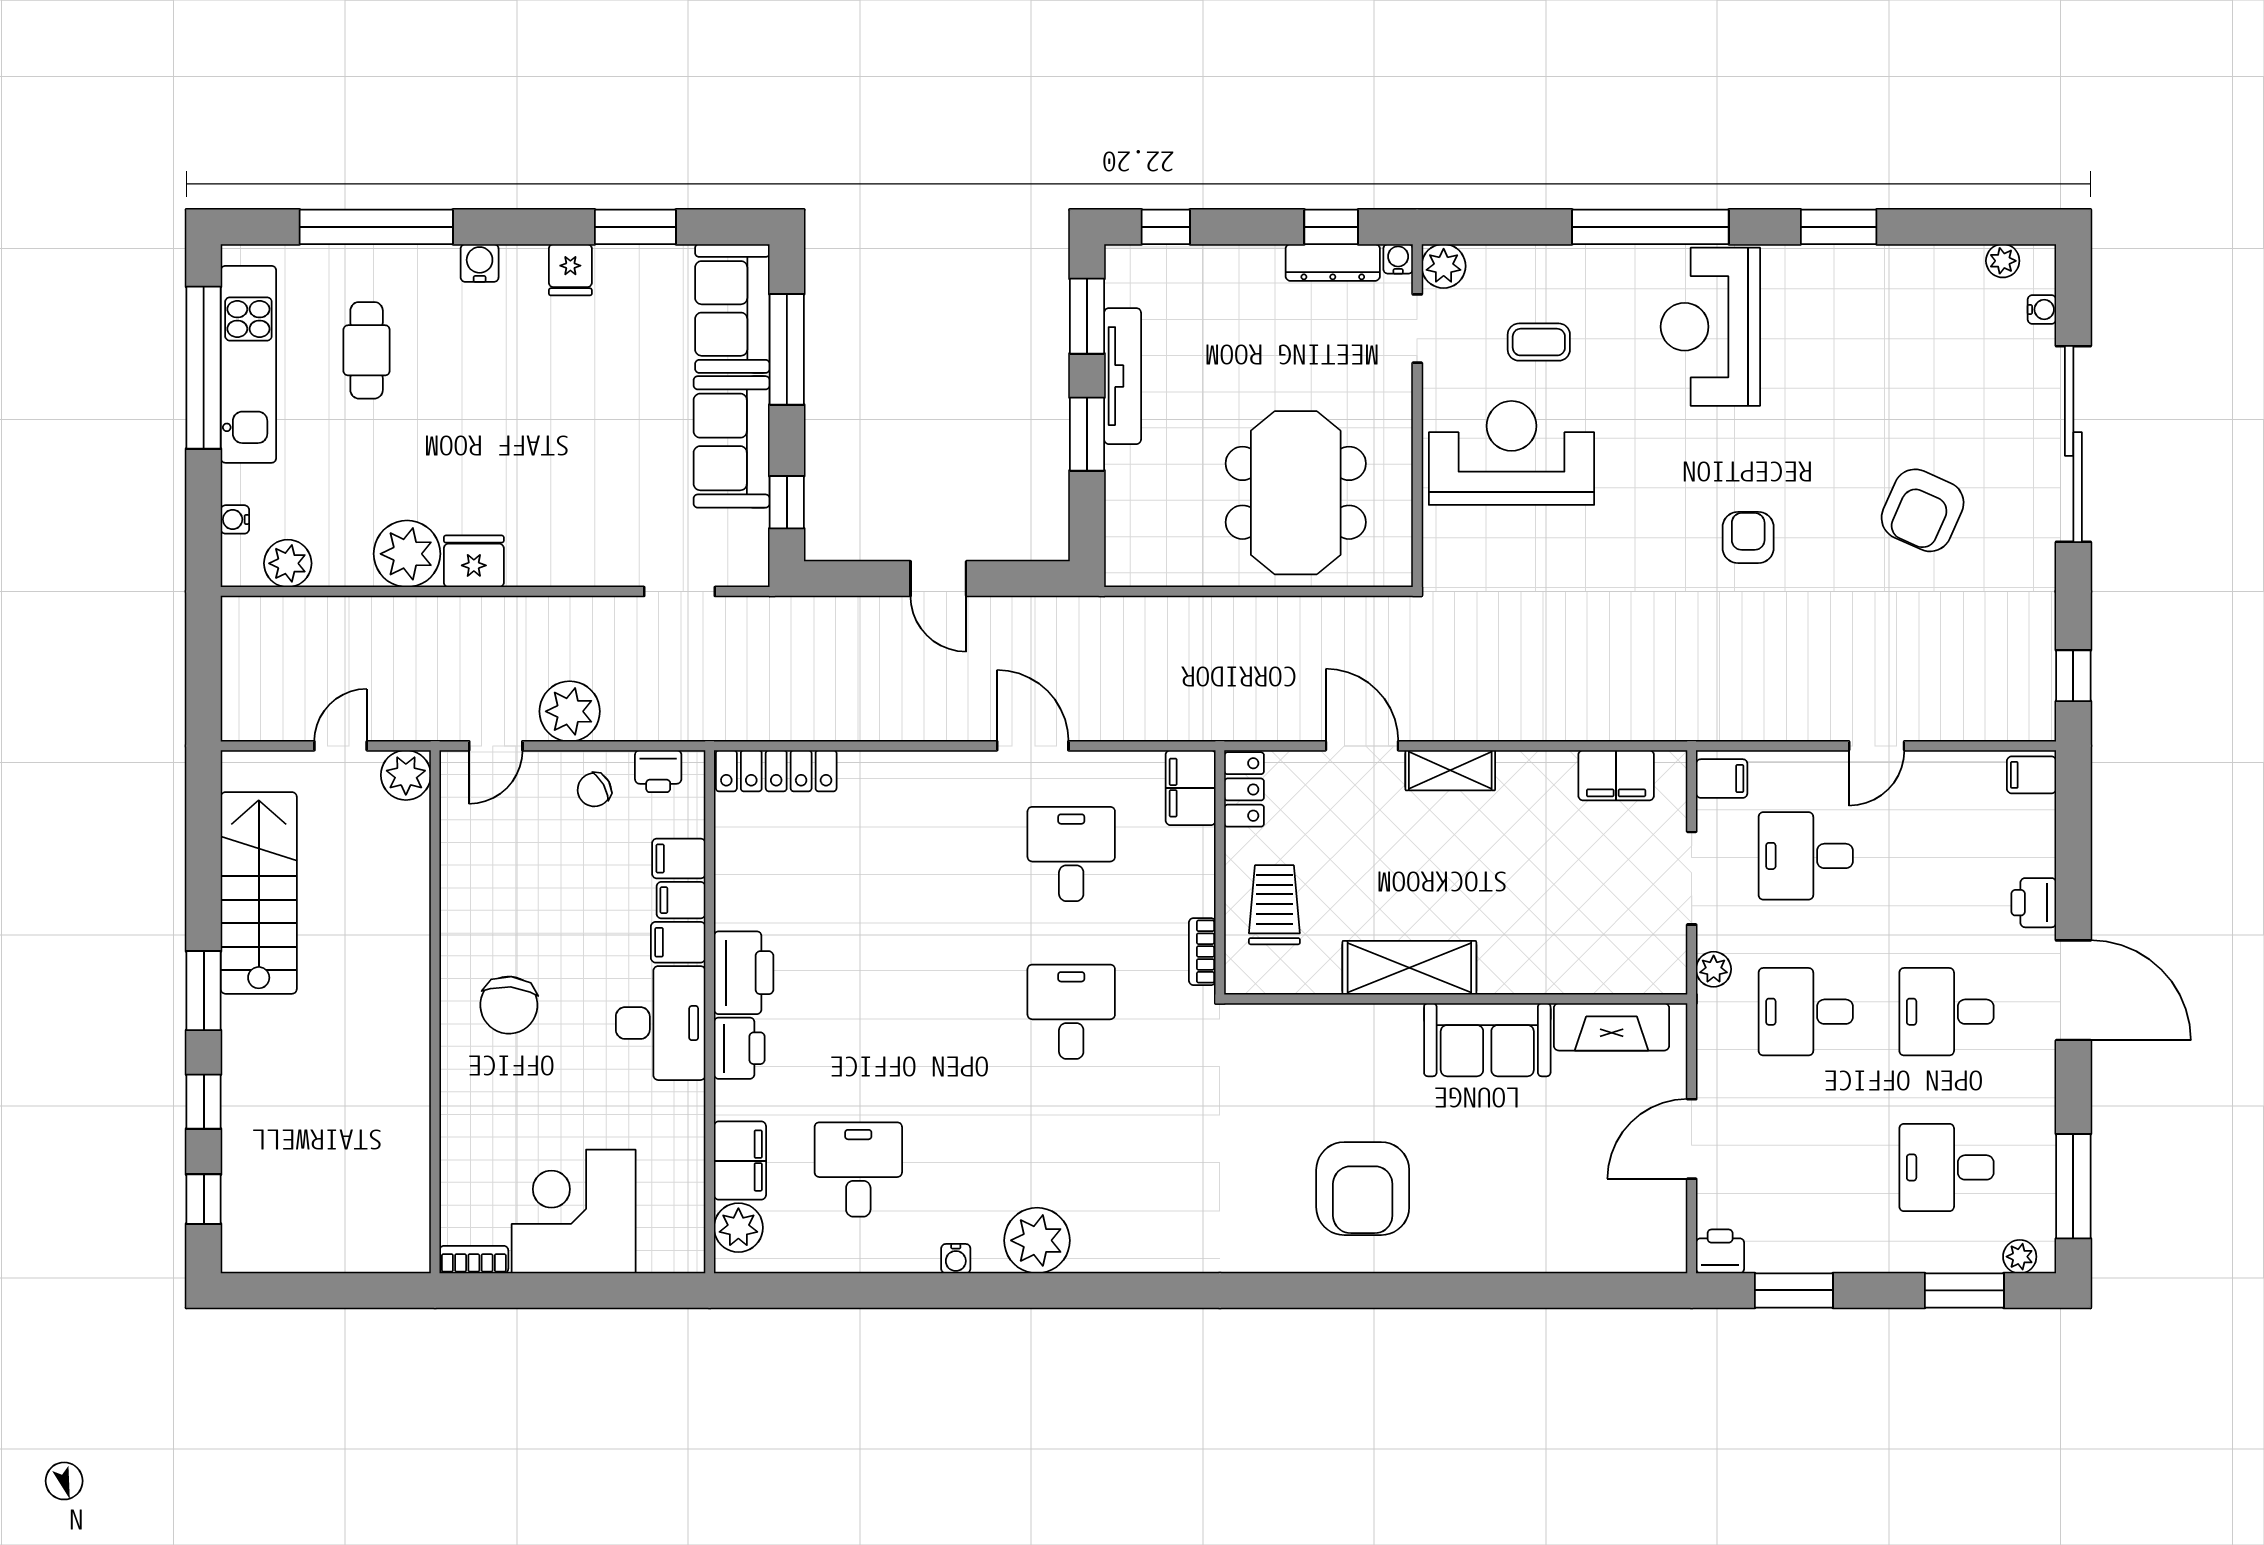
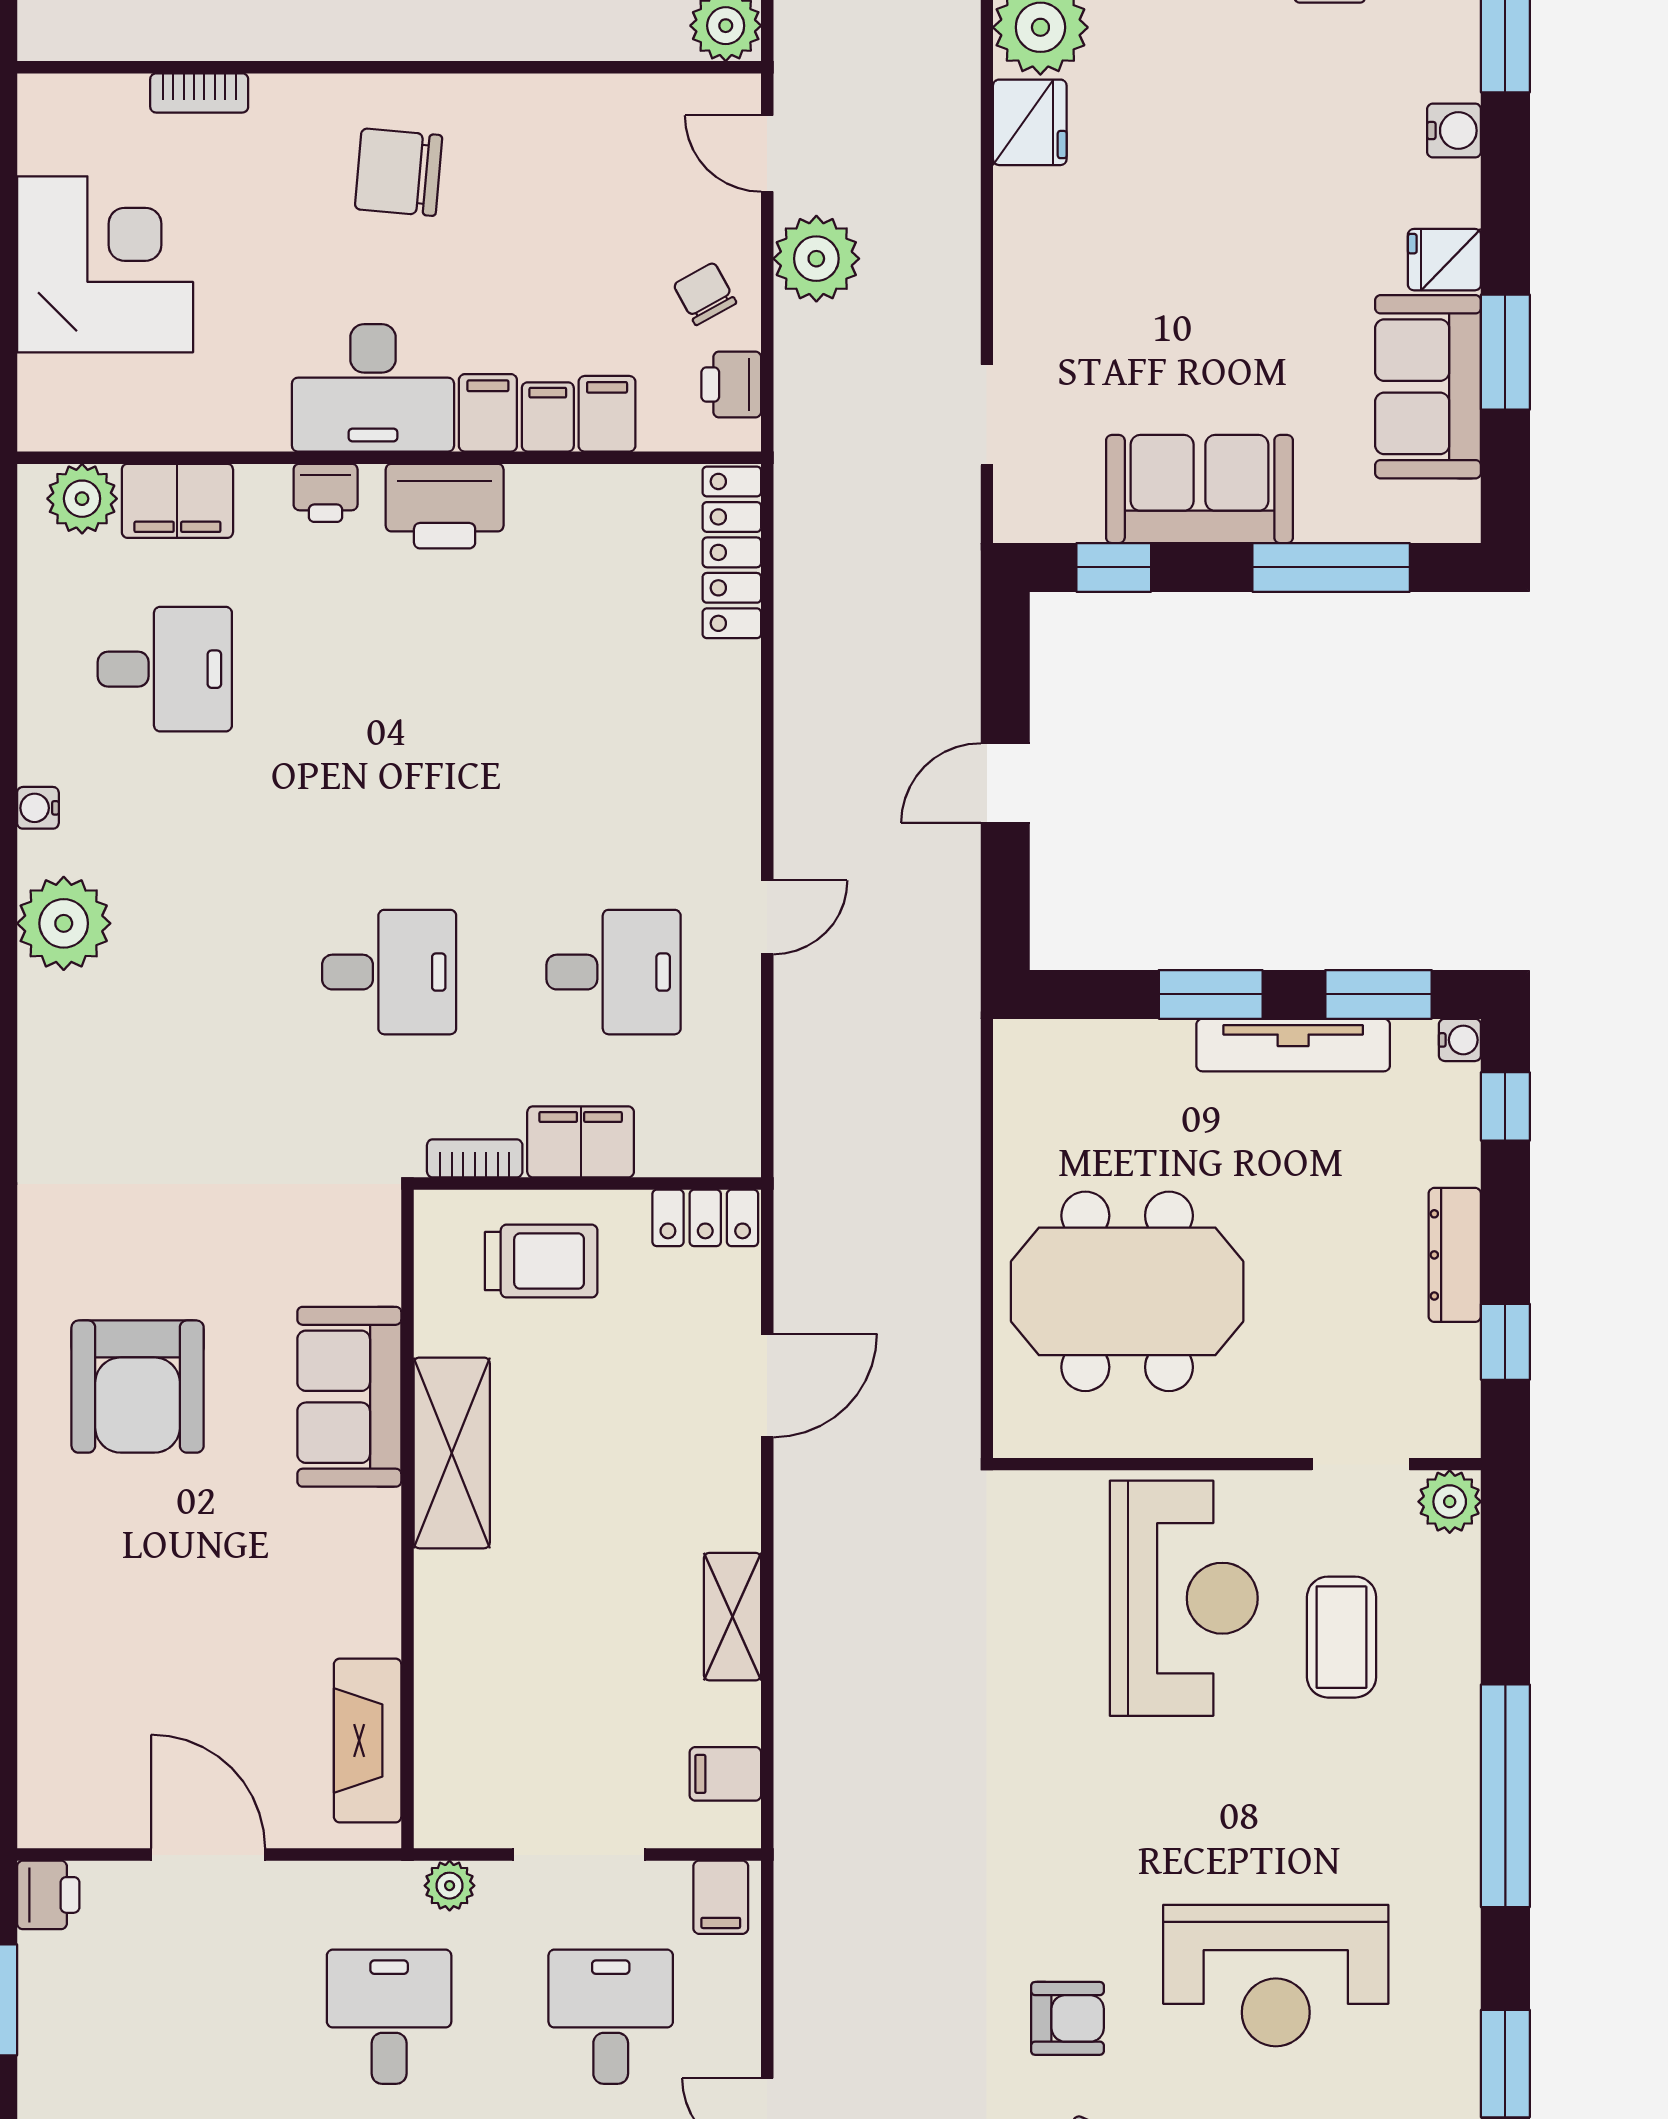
water cooler: (1398, 259) -> (1460, 1040), moved
dresser: (1333, 262) -> (1455, 1255), moved
sofa: (732, 308) -> (1428, 387), moved, turned -90
reception desk: (1710, 327) -> (1276, 1976), moved, turned 180
coffee table: (1539, 342) -> (1342, 1637), width x1.36, depth x1.30
armchair: (1748, 538) -> (1067, 2018), moved
door: (1033, 746) -> (767, 917), width x0.73
shelving: (1450, 770) -> (732, 1617), moved
filing cabinet: (1616, 775) -> (725, 1774), width x0.50
filing cabinet: (1191, 788) -> (581, 1142), moved
sofa: (1487, 1040) -> (349, 1397), moved
printer: (739, 1048) -> (326, 493), width x0.73, depth x0.81
armchair: (1363, 1189) -> (138, 1387), turned -90
bookcase: (474, 1260) -> (199, 93), moved, turned 90

